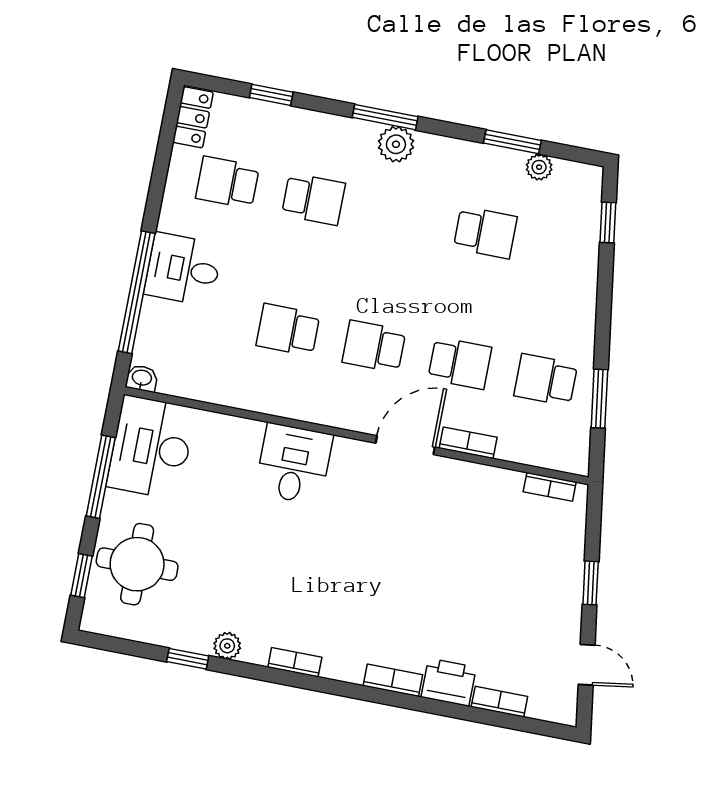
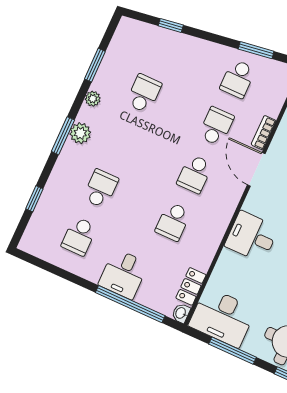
locker: (193, 117) -> (191, 286), moved, turned -90
plant: (539, 167) -> (93, 99), moved
window: (608, 222) -> (171, 25), moved

